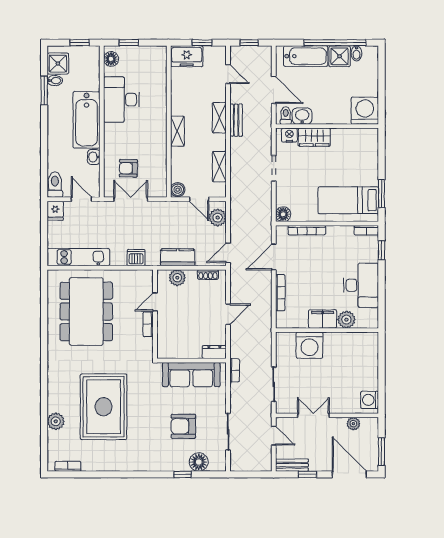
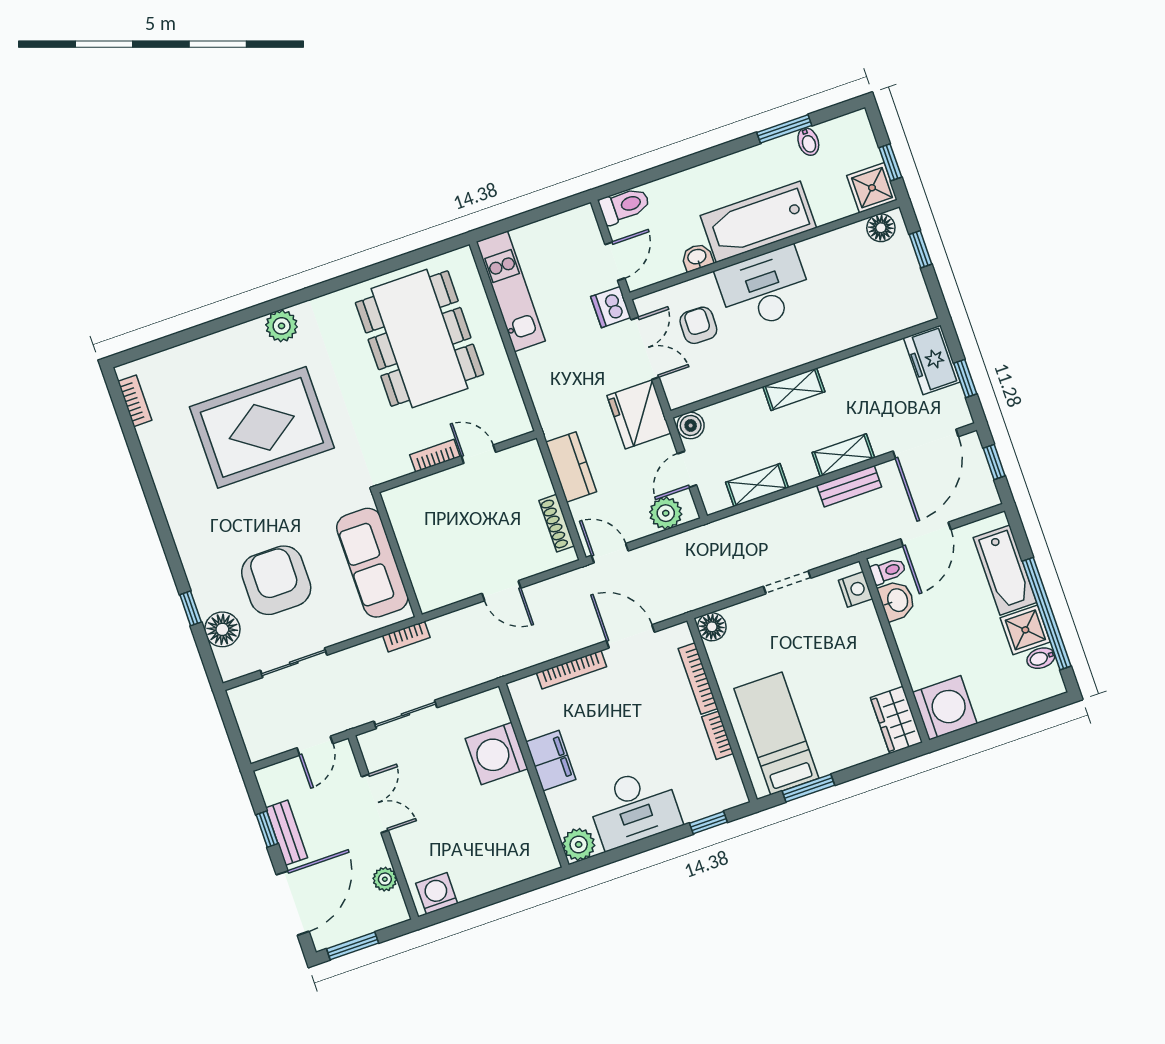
shower: (58, 64) -> (872, 188), moved
door: (228, 74) -> (926, 444), width x1.87
desk: (121, 100) -> (765, 289), moved
wardrobe: (314, 137) -> (896, 720), moved
fridge: (55, 211) -> (639, 414), moved, width x1.88, depth x1.34
bookcase: (366, 230) -> (718, 735), moved
dishwasher: (136, 258) -> (611, 307), moved, turned 180
shoe rack: (208, 275) -> (557, 523), width x1.43
plant: (177, 278) -> (535, 479), removed
dining table: (86, 311) -> (420, 339), turned 90
plant: (346, 320) -> (579, 844), moved
dresser: (214, 352) -> (426, 590), removed
plant: (56, 421) -> (282, 326), moved
armchair: (183, 426) -> (276, 580), width x1.36, depth x1.36
bench: (292, 465) -> (287, 833), moved

